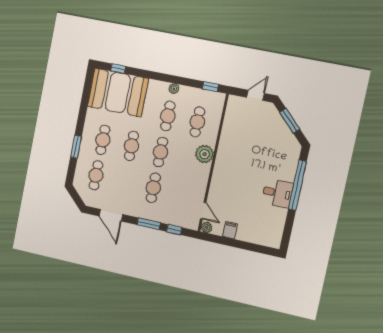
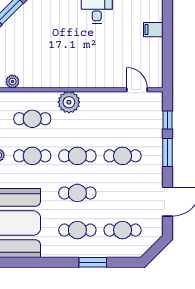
door: (203, 211) -> (137, 90), hinge flipped
plant: (207, 227) -> (12, 82), moved
filing cabinet: (230, 230) -> (153, 30), moved

